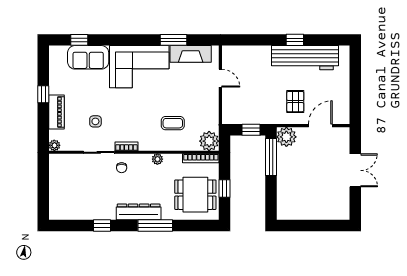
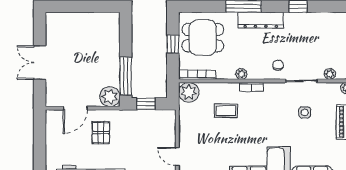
bookcase: (126, 146) -> (251, 87), moved
plant: (71, 159) -> (330, 74), added

